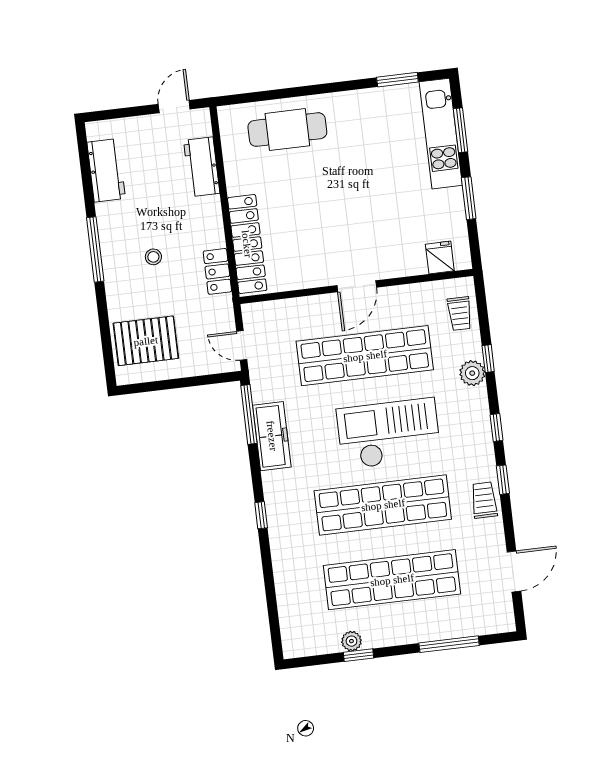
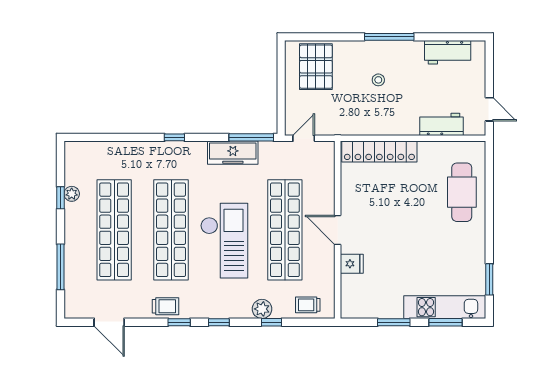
fridge: (440, 257) -> (352, 264), moved
locker: (217, 271) -> (362, 127), removed

